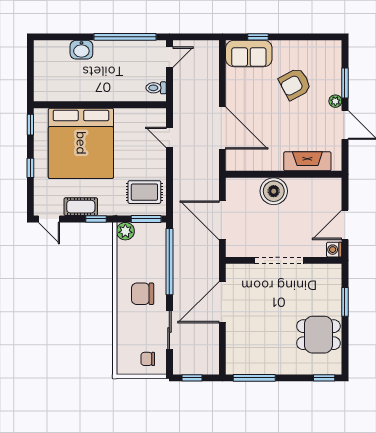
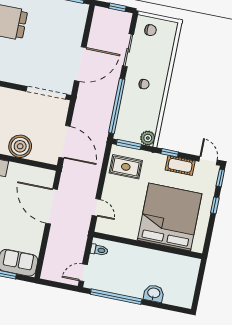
window: (30, 125) -> (220, 178), moved
door: (222, 220) -> (65, 142), moved
doorway: (279, 260) -> (46, 93), moved
chair: (143, 294) -> (144, 84), width x0.54, depth x0.54

